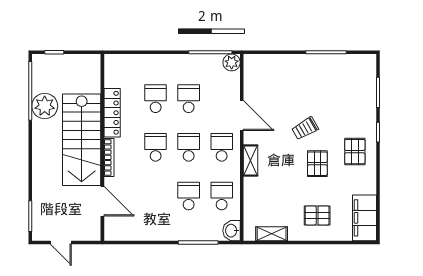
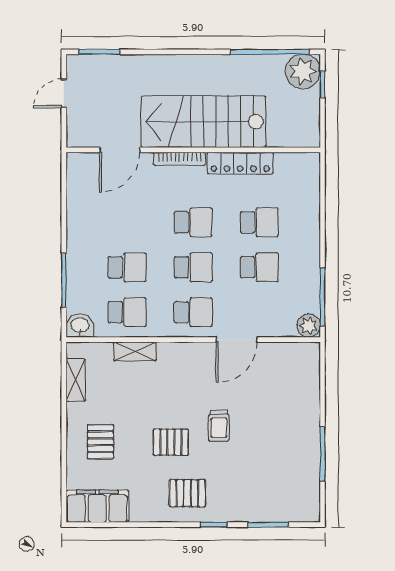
plant: (45, 106) -> (303, 71), moved
trolley: (305, 128) -> (219, 426), turned -150
shelving: (251, 161) -> (135, 351), moved

